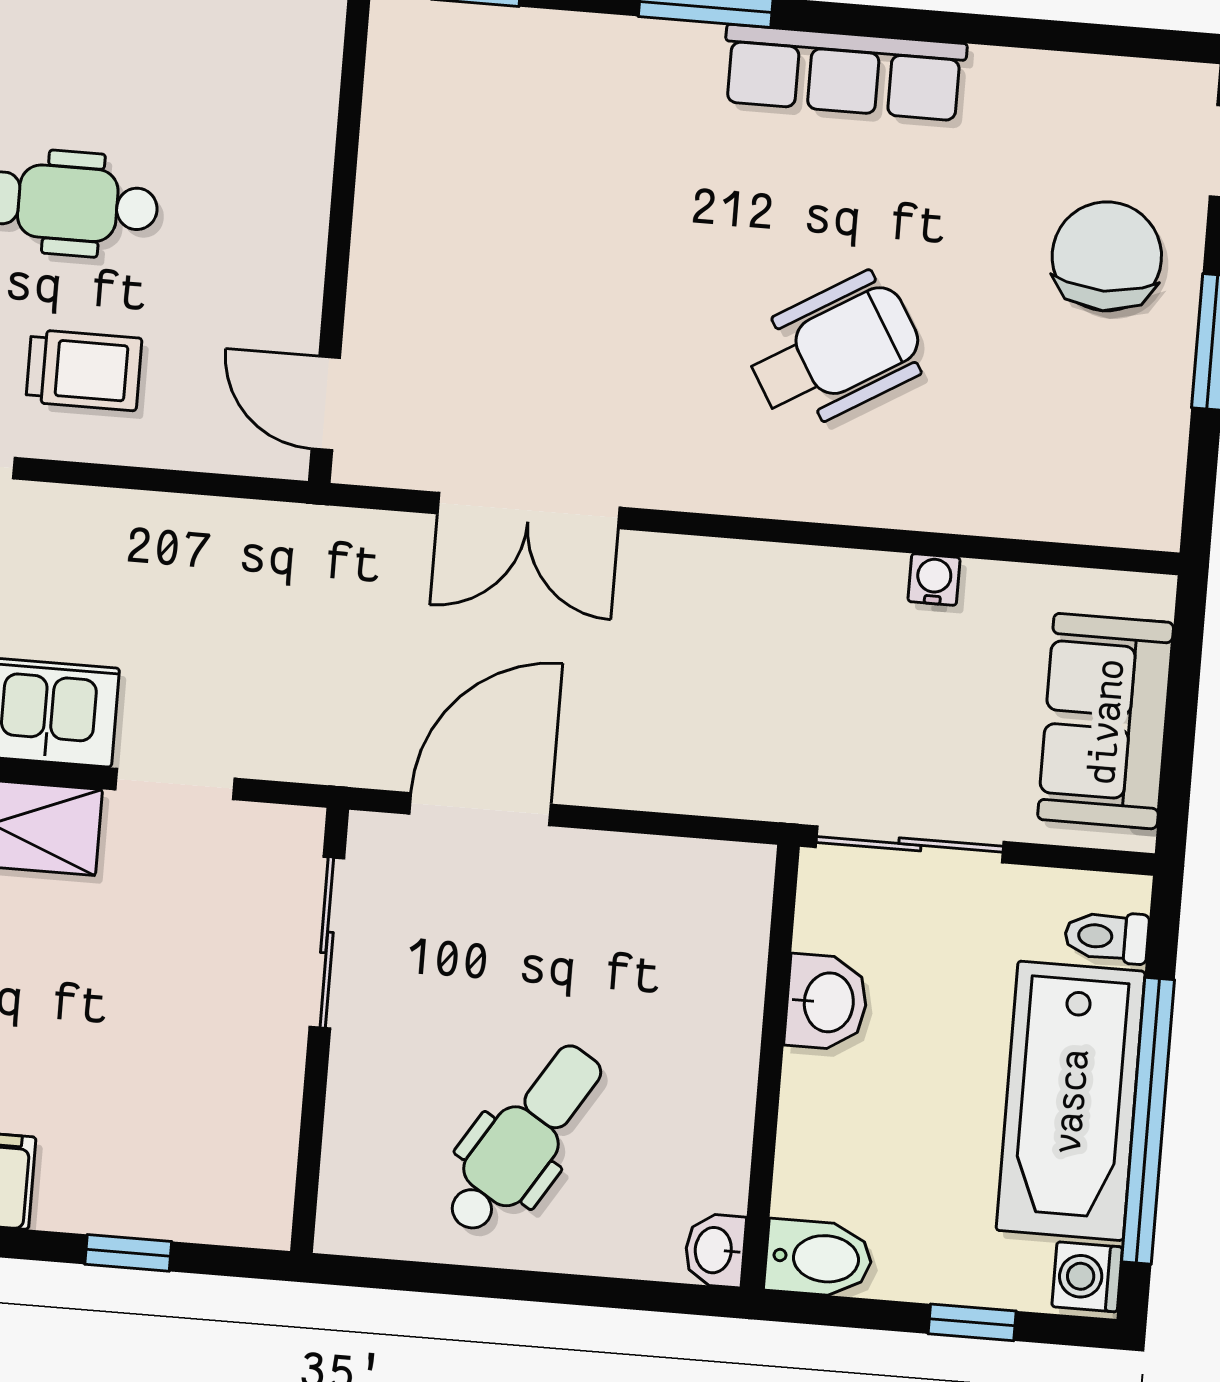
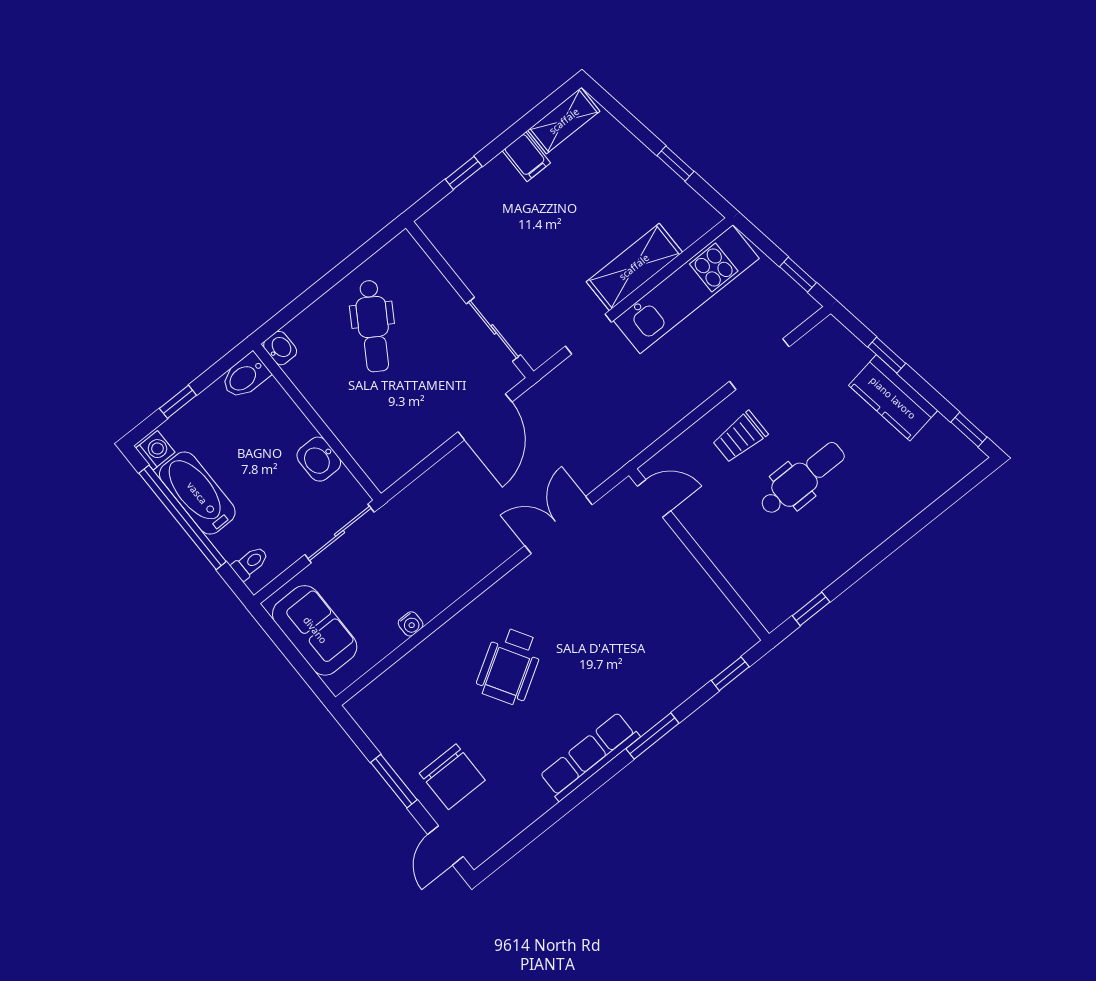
bathtub: (1071, 1101) -> (197, 493), width x0.73, depth x0.73

